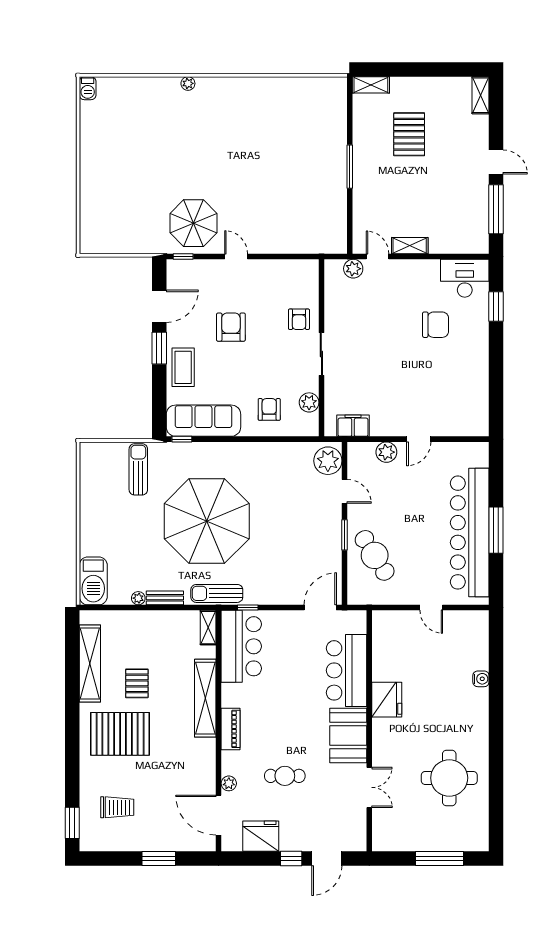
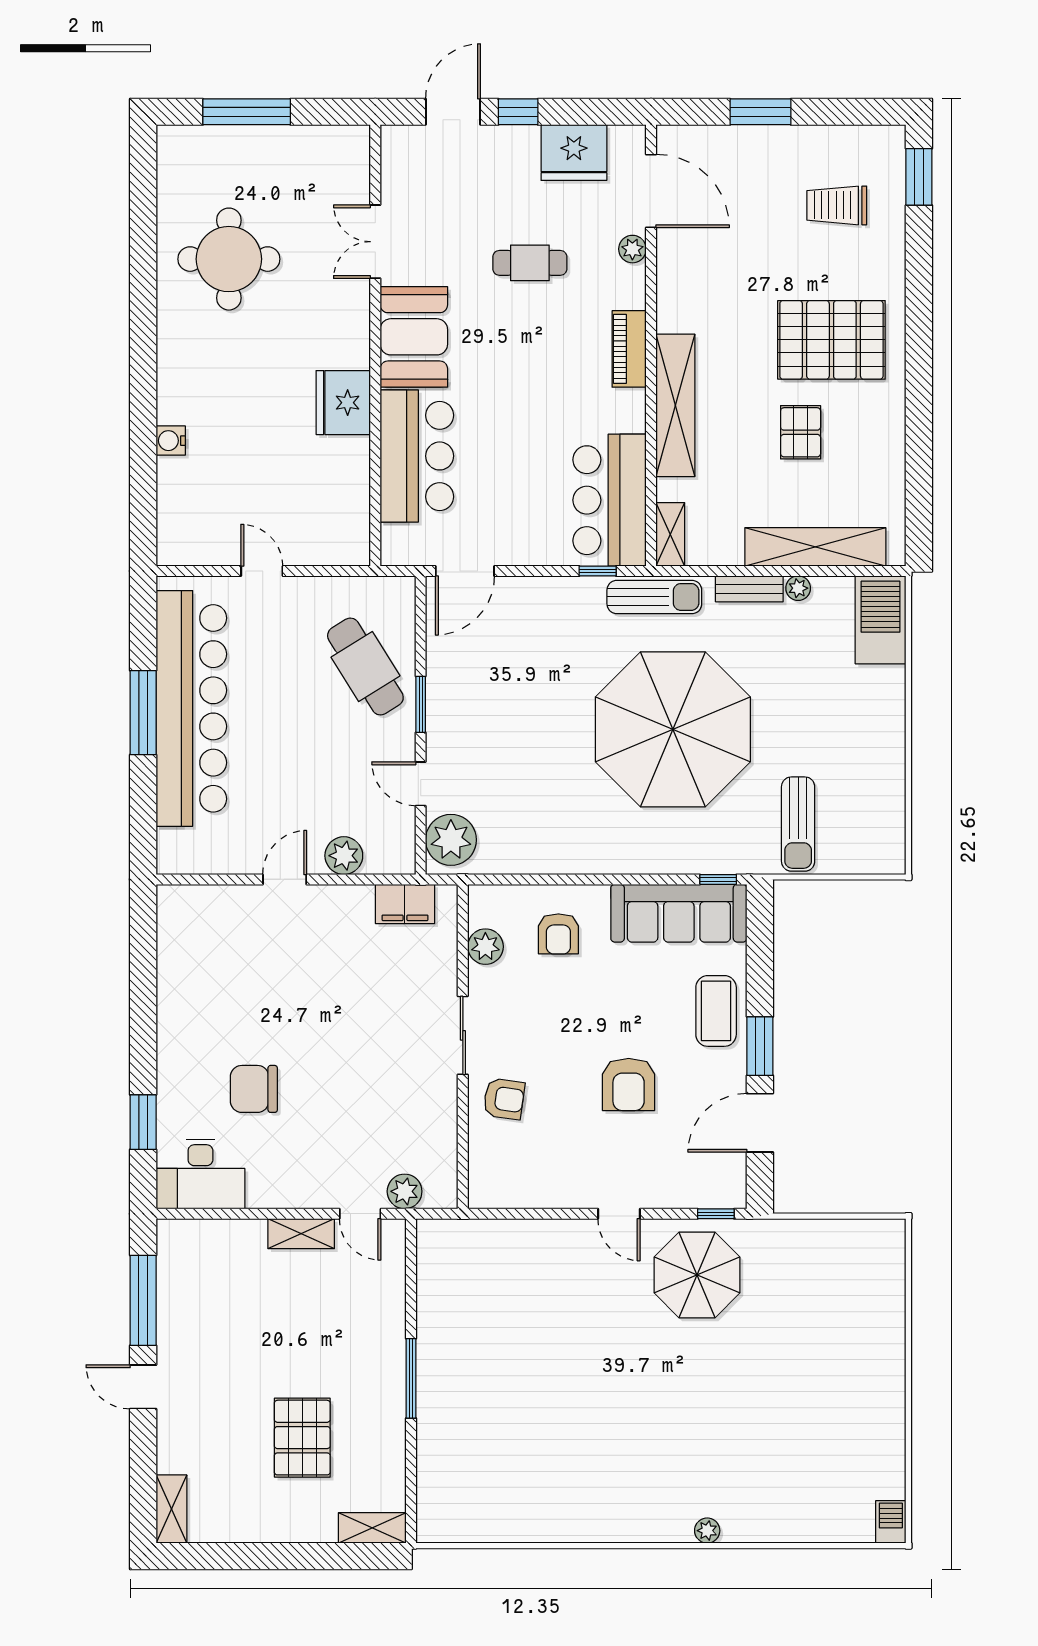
armchair: (299, 319) -> (504, 1099), turned 98
shelving: (90, 663) -> (815, 547), moved, turned 90

